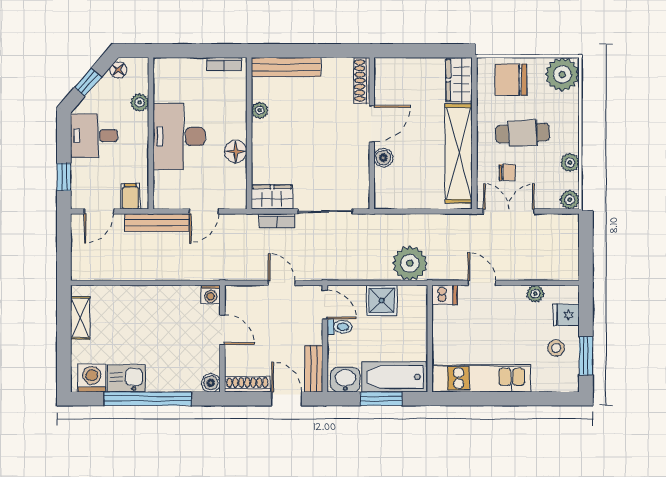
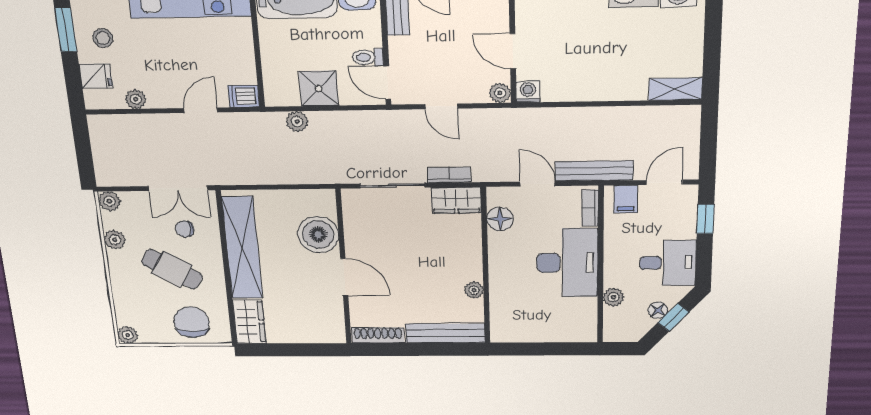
bookcase: (224, 64) -> (590, 208), moved, turned -90
floor lamp: (118, 70) -> (658, 310), moved
plant: (562, 74) -> (128, 335), width x0.53, depth x0.53
chair: (511, 80) -> (192, 322), turned -90
shoe rack: (362, 81) -> (378, 335), moved, turned -90
door: (372, 124) -> (344, 277), swing flipped
cafe table: (523, 133) -> (172, 269), turned 34
floor lamp: (236, 152) -> (500, 219), moved
boiler: (383, 158) -> (318, 235), width x1.86, depth x1.86
door: (204, 211) -> (537, 184), hinge flipped
plant: (410, 263) -> (297, 121), width x0.53, depth x0.53
door: (482, 283) -> (201, 110), swing flipped
plant: (233, 294) -> (500, 93), added
shelving: (80, 318) -> (675, 89), moved, turned 90

